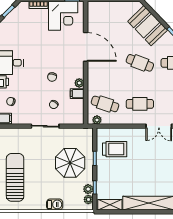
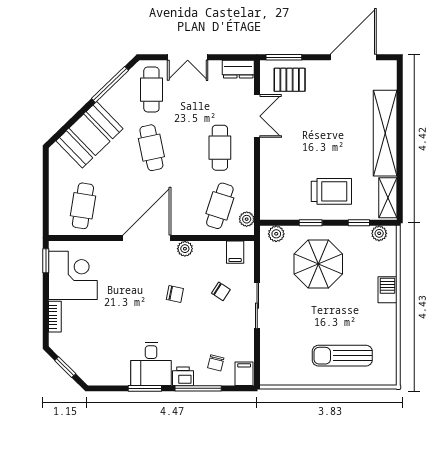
cafe table: (105, 22) -> (83, 206), added
door: (86, 47) -> (147, 238), moved
cafe table: (140, 63) -> (151, 148), turned -33
filing cabinet: (77, 94) -> (235, 252), moved
trolley: (115, 149) -> (331, 191), moved, turned 90
sun lounger: (15, 177) -> (342, 356), width x0.73, depth x0.75
plant: (88, 189) -> (276, 234), moved

